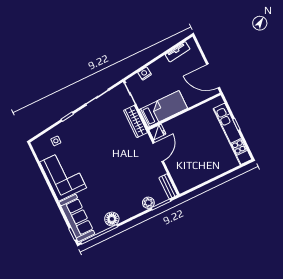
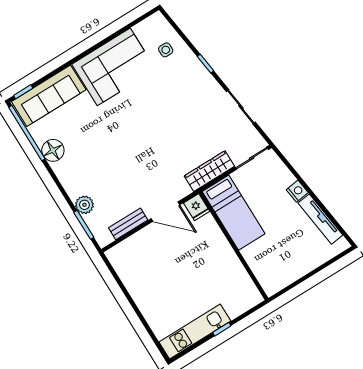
tv unit: (177, 52) -> (320, 219), width x1.41
nightstand: (145, 74) -> (297, 191), moved
door: (213, 76) -> (294, 285), removed
kitchen unit: (232, 134) -> (195, 332), width x0.73
bench: (168, 186) -> (128, 224), moved

